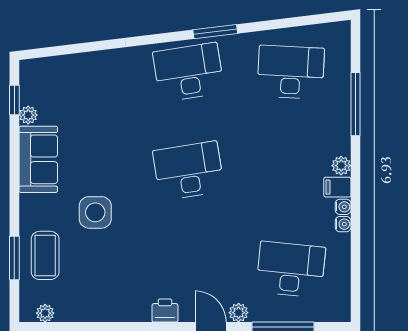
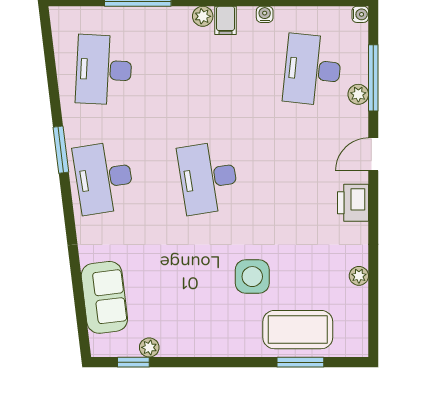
sofa: (38, 159) -> (104, 297), moved, turned 83
water cooler: (343, 207) -> (360, 14), moved, turned 90
coffee table: (45, 255) -> (298, 330), width x1.36, depth x1.32
printer: (165, 311) -> (353, 203), width x1.36, depth x1.24
plant: (45, 313) -> (359, 276), moved
plant: (239, 313) -> (358, 94), moved

